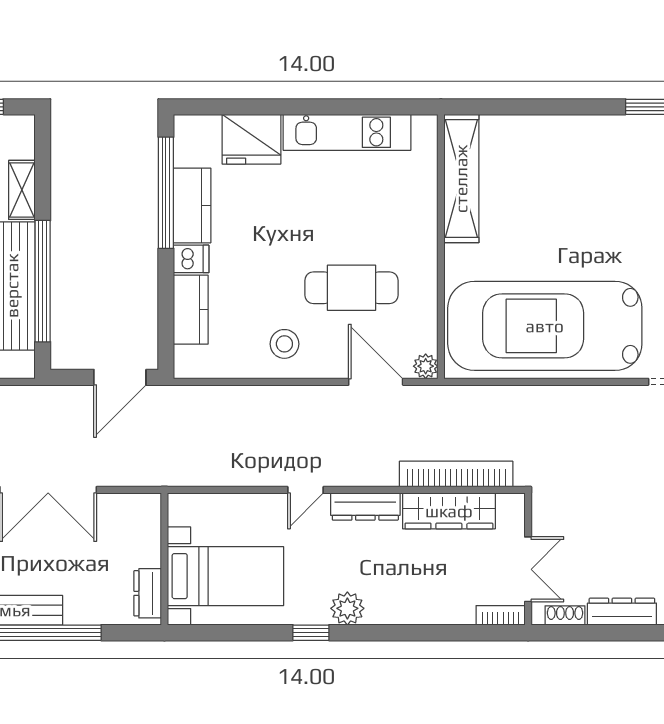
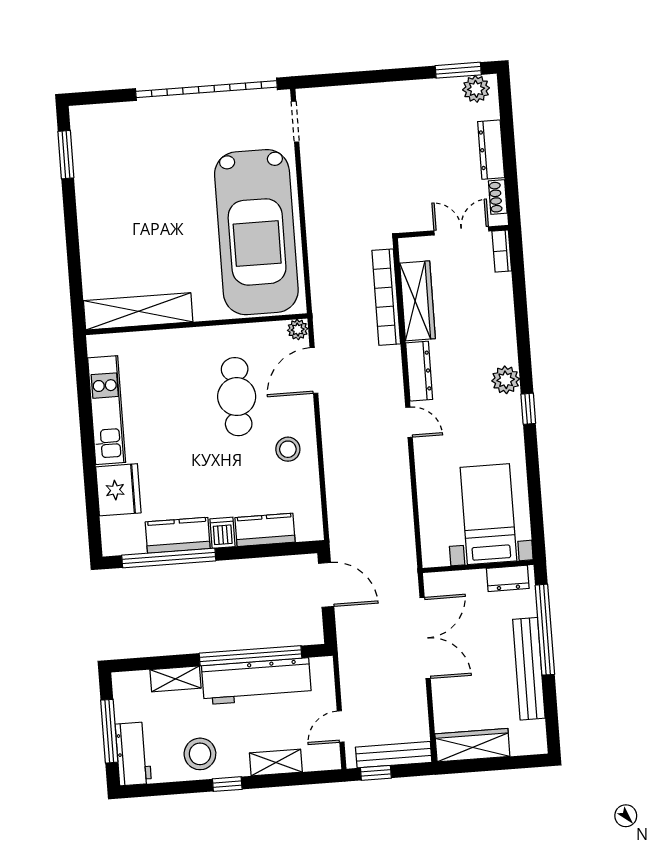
wall: (164, 559) -> (478, 566), moved
bed with nightstands: (226, 576) -> (488, 514), moved
dresser: (148, 593) -> (508, 578), moved

